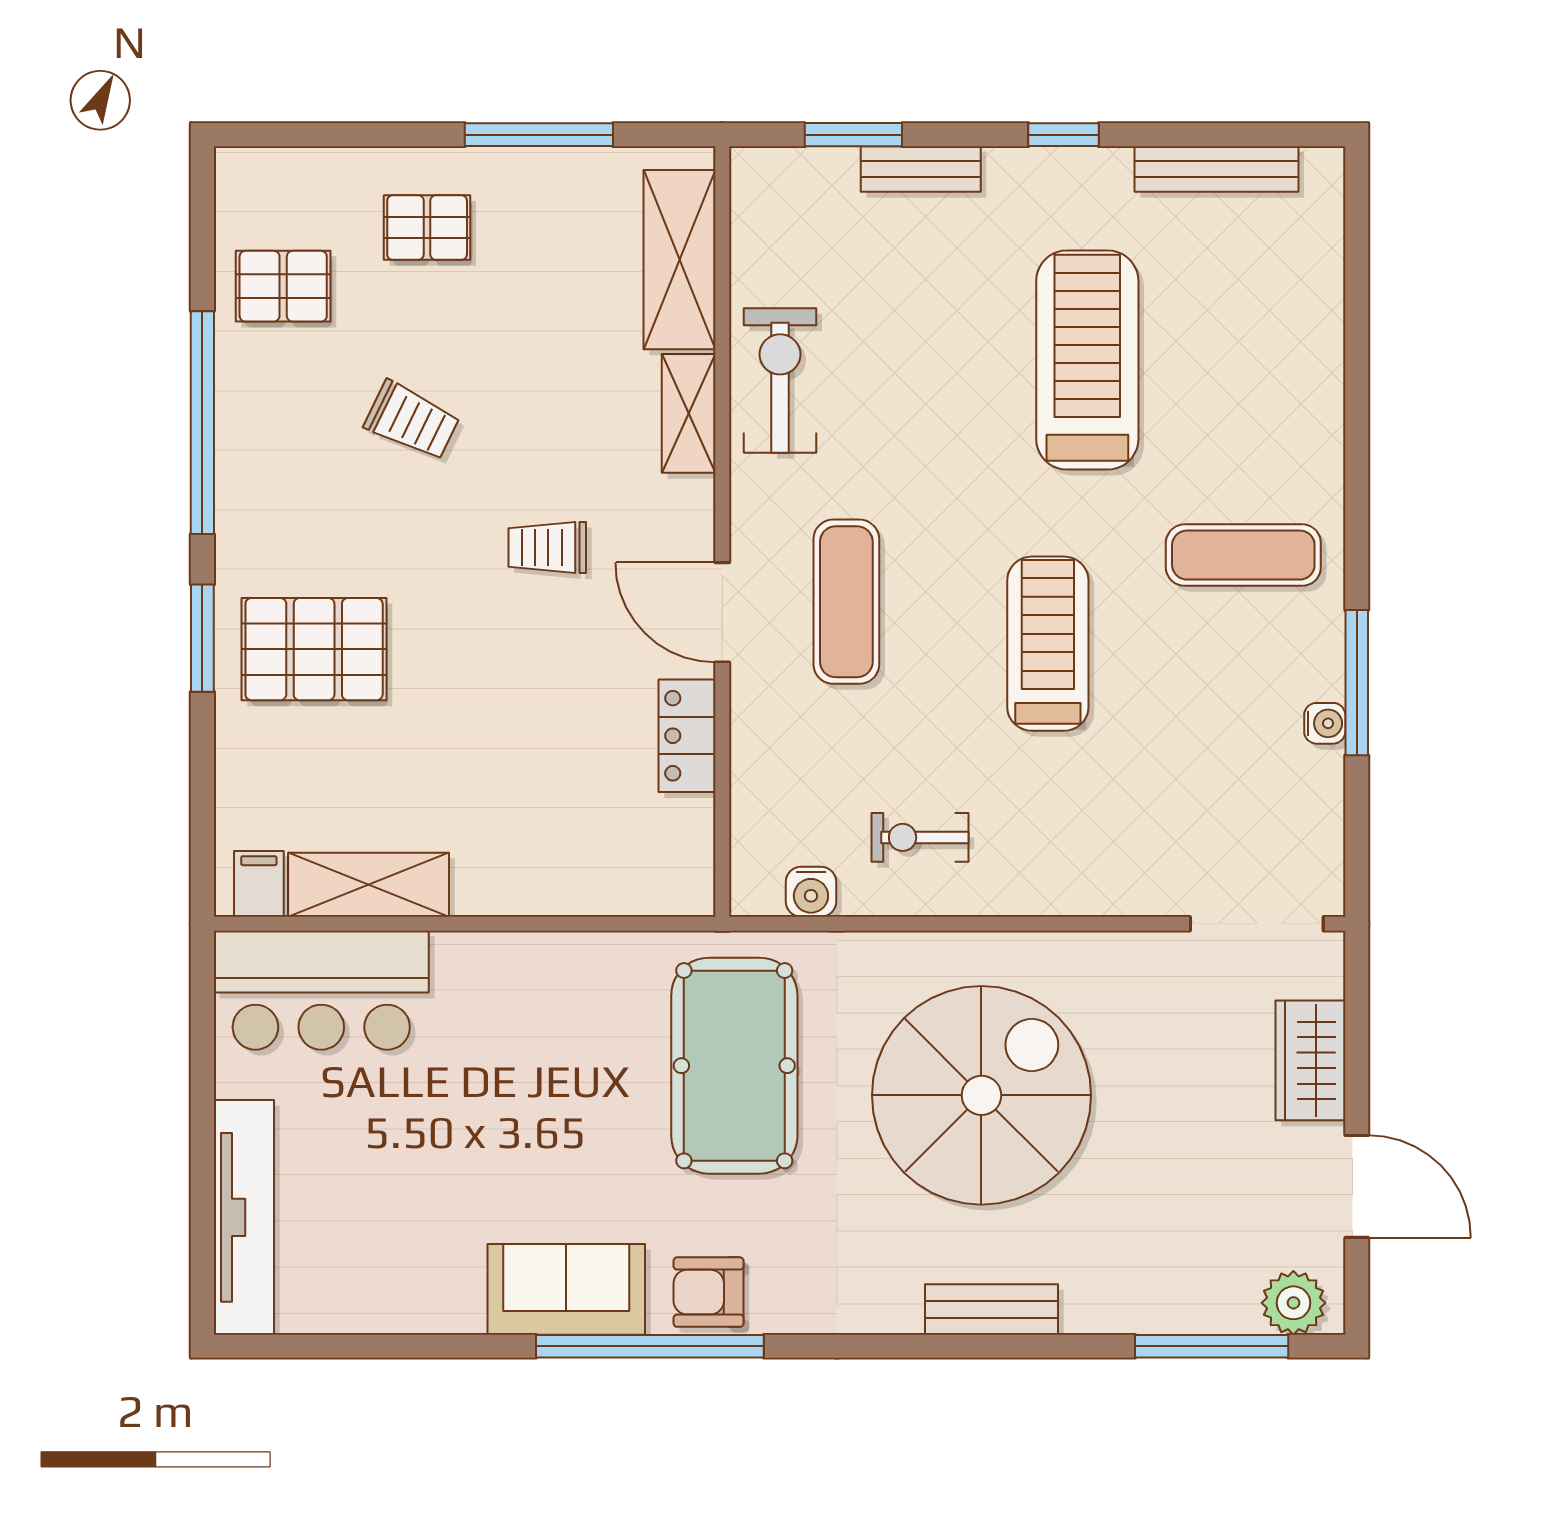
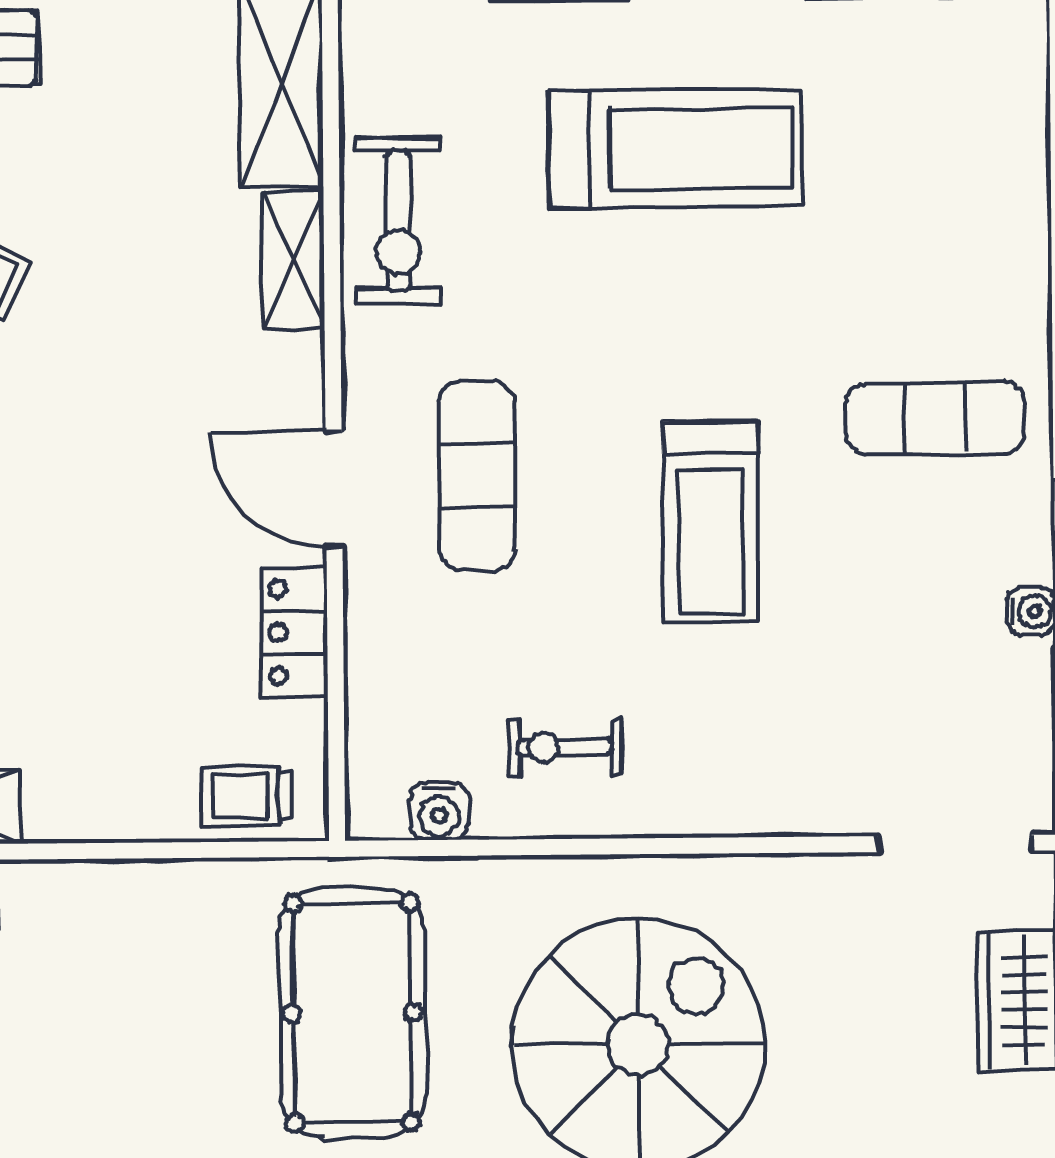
treadmill: (1087, 360) -> (675, 149), moved, turned 90
exercise bike: (780, 380) -> (398, 221), turned 180
trolley: (547, 548) -> (247, 795), moved
treadmill: (1048, 644) -> (710, 522), turned 180

